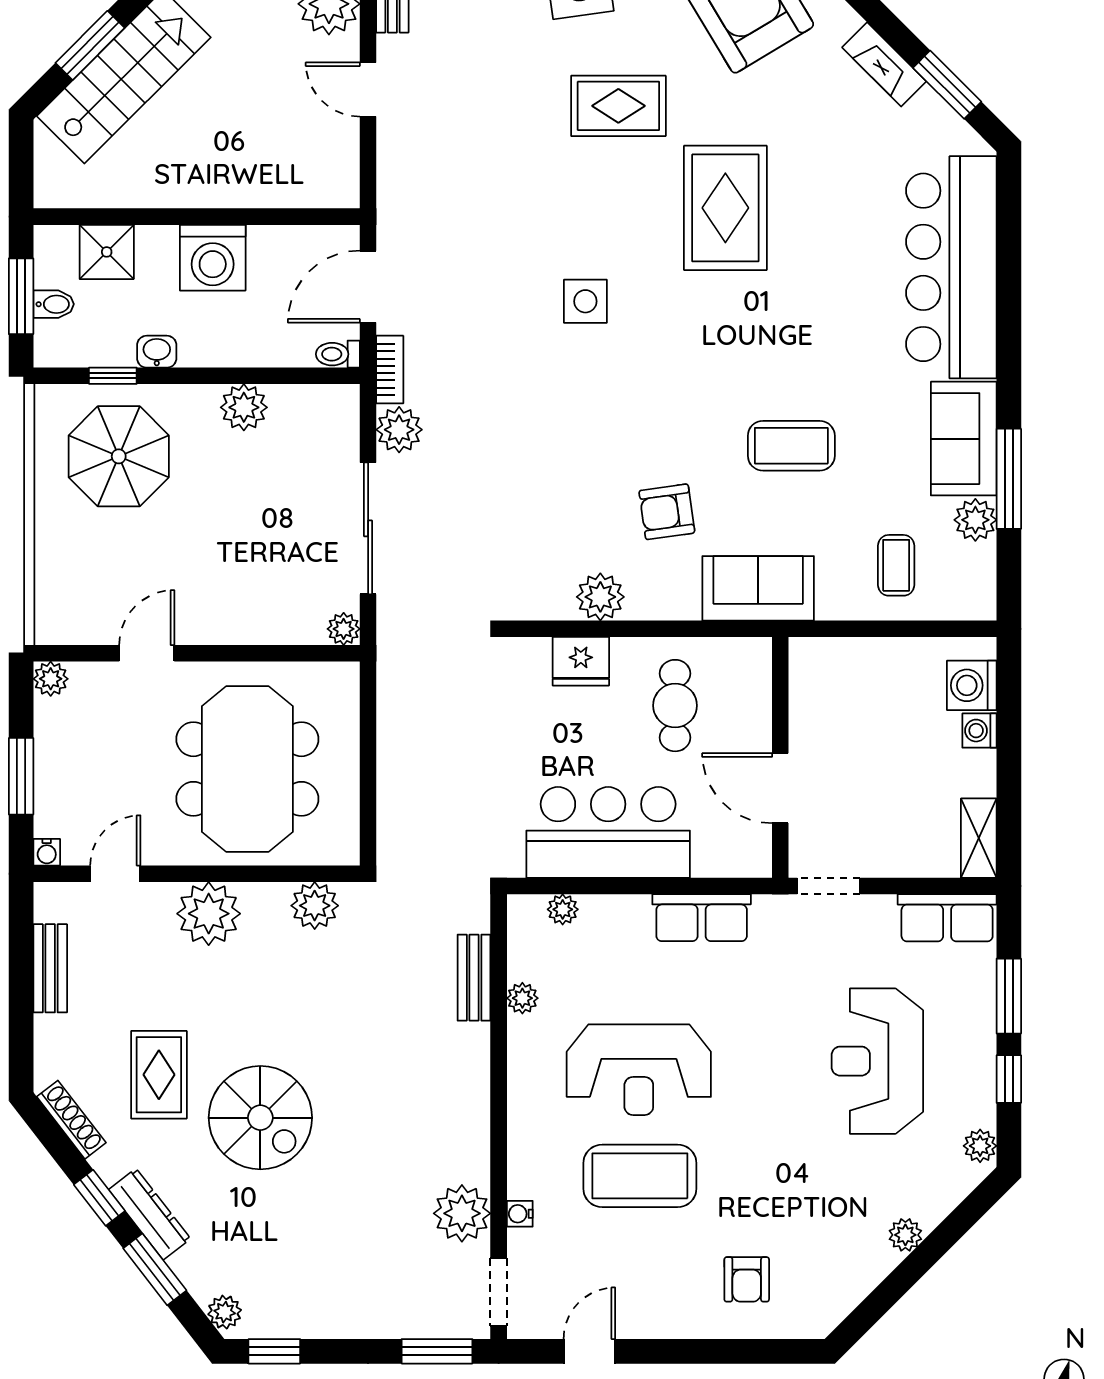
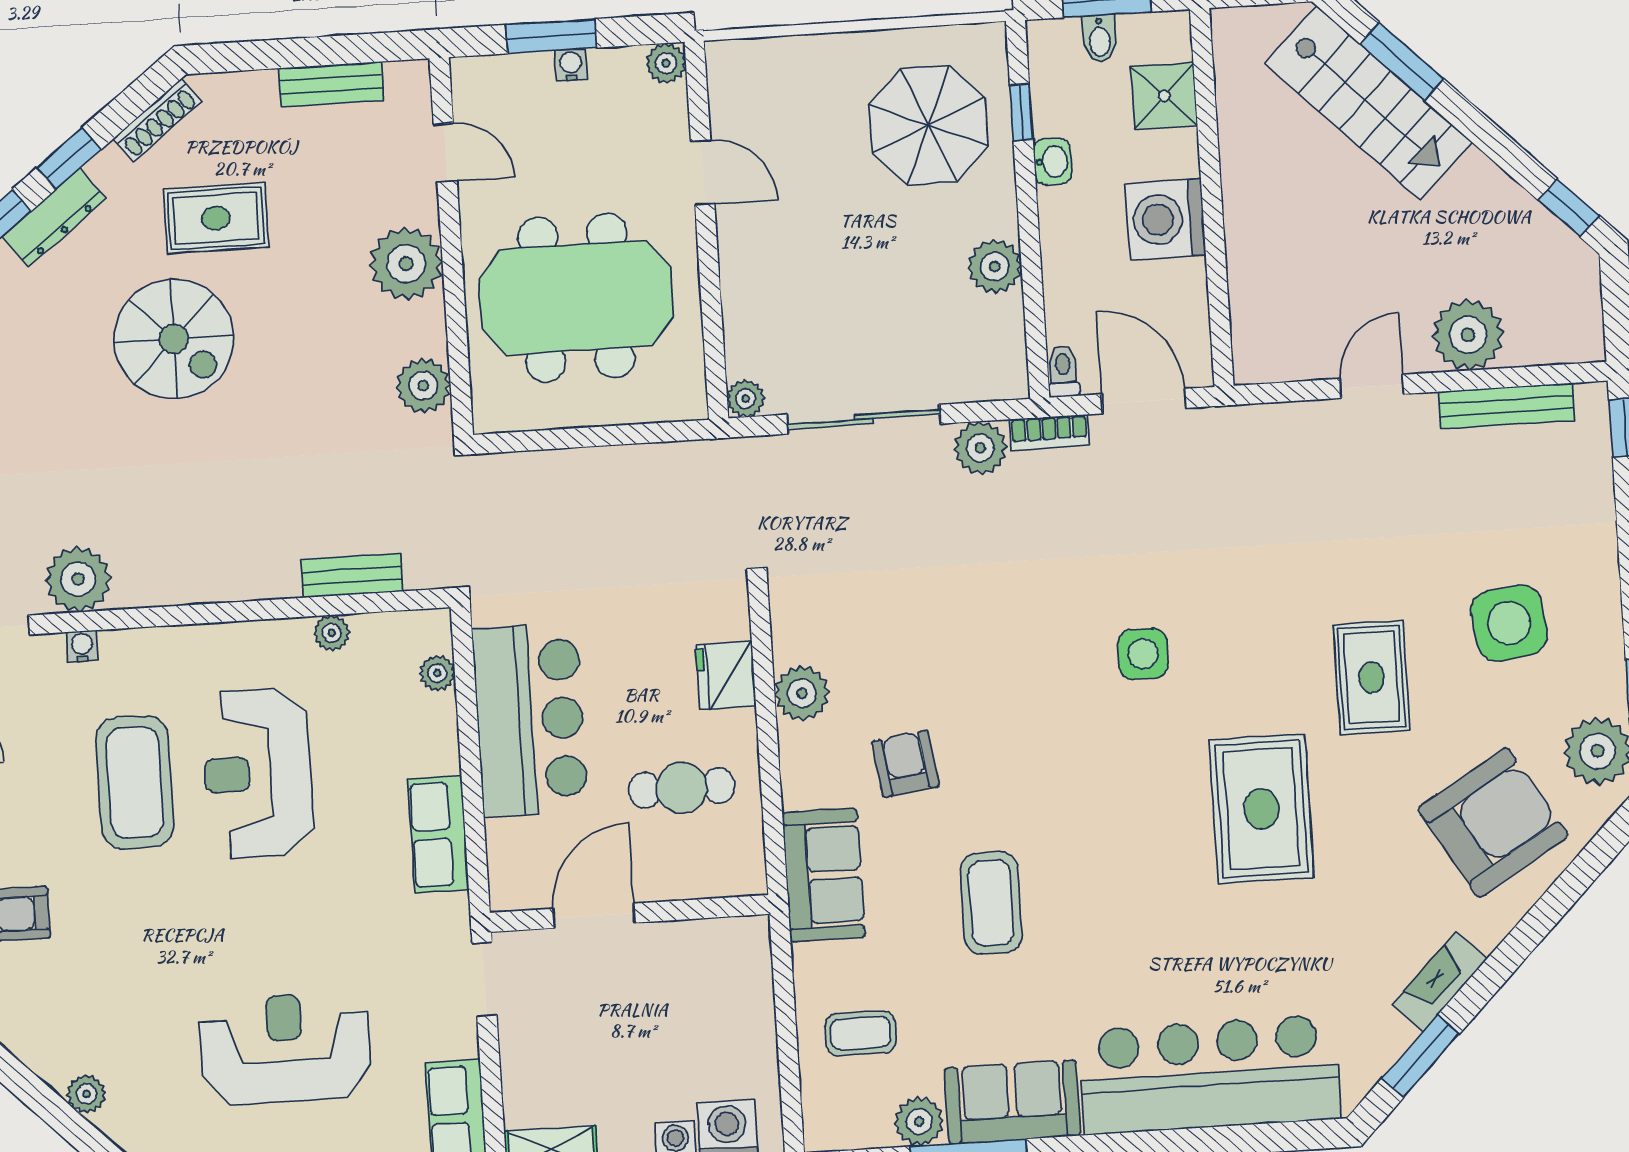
rug: (725, 208) -> (1261, 809), turned 90
water cooler: (47, 852) -> (571, 65), moved, turned 90
spiral stairs: (260, 1118) -> (174, 339), turned -90

